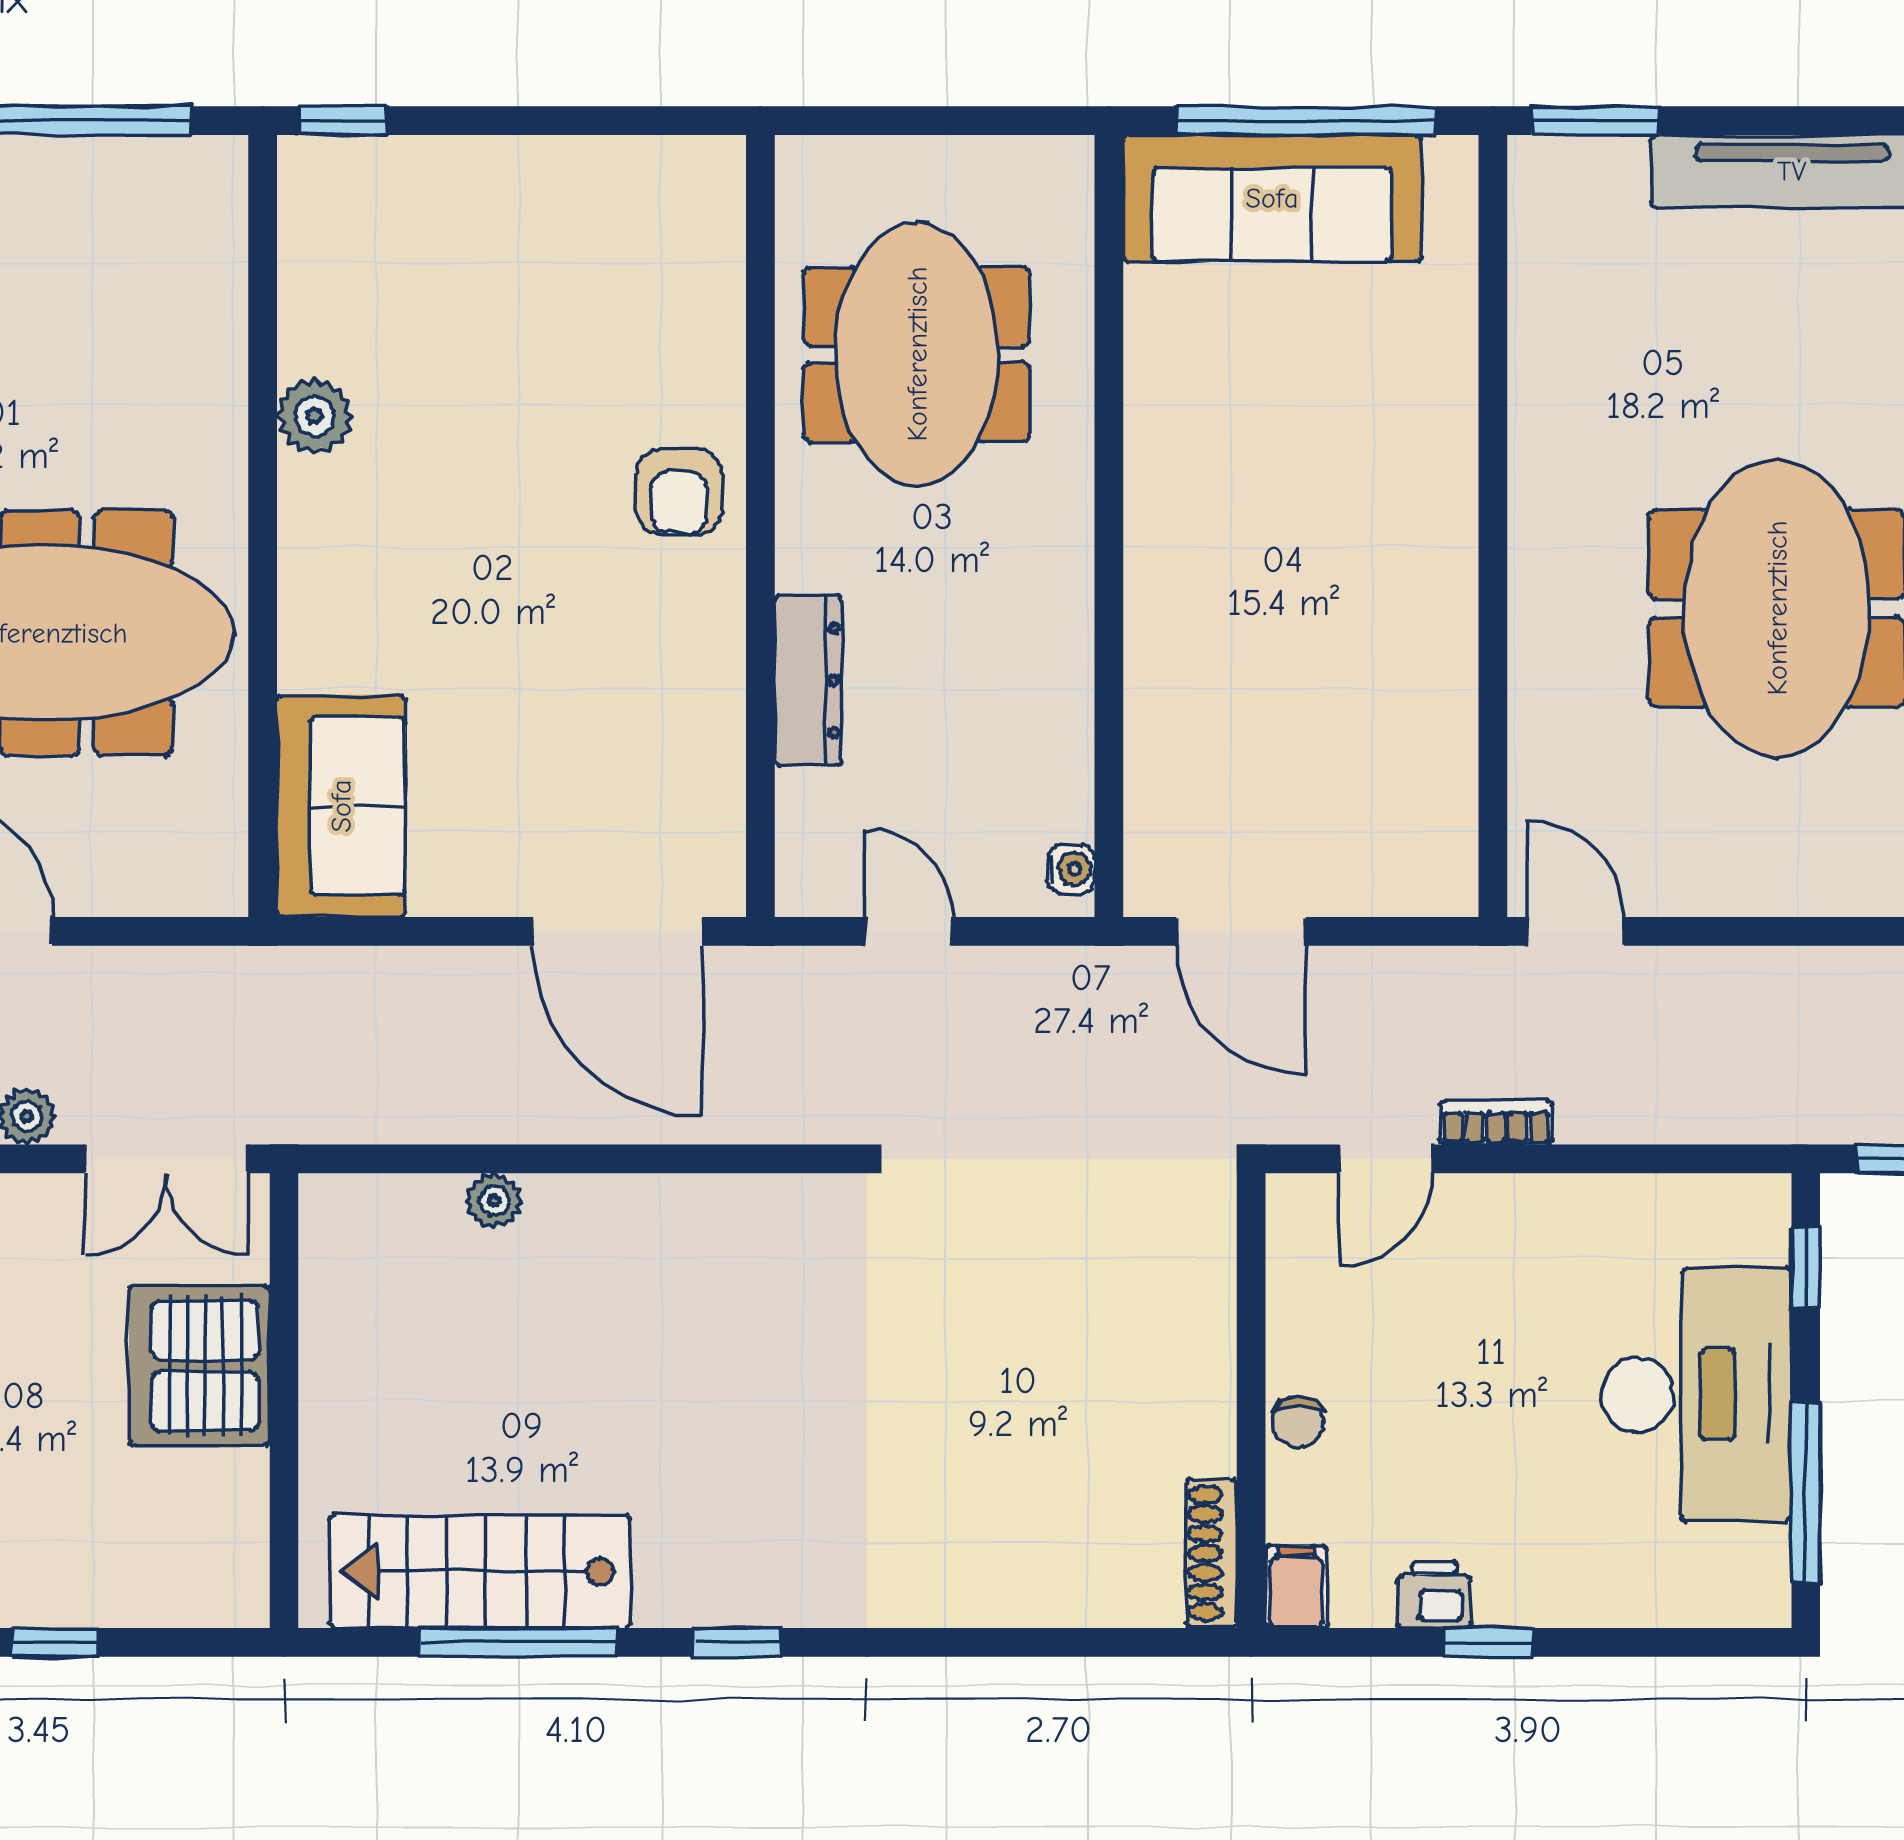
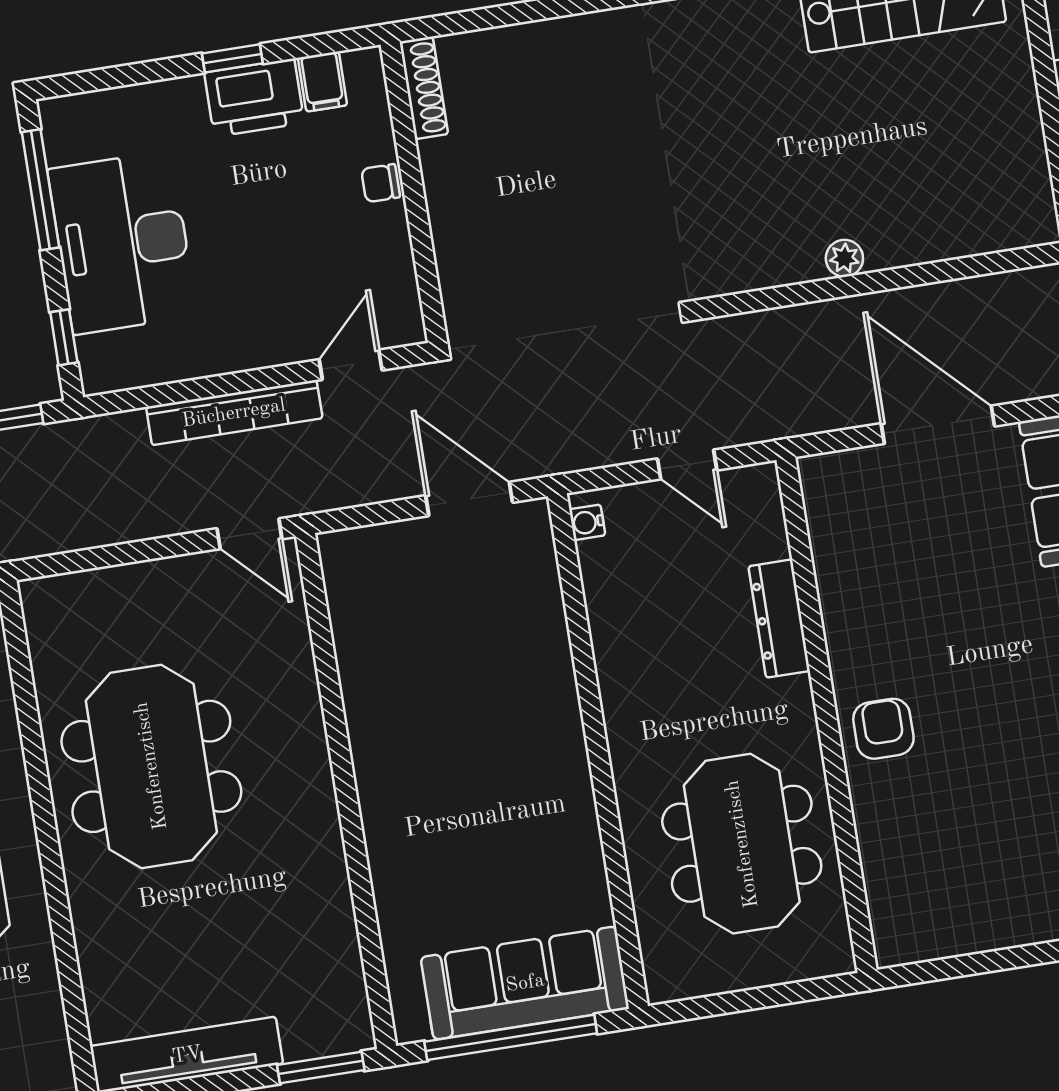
door: (617, 931) -> (938, 425), moved
bookcase: (1496, 1122) -> (234, 413), width x2.31, depth x1.31
plant: (494, 1201) -> (844, 258), moved
chair: (1298, 1422) -> (381, 183), turned -90
filing cabinet: (1296, 1587) -> (323, 82), moved
printer: (1434, 1595) -> (254, 98), width x1.87, depth x1.48

